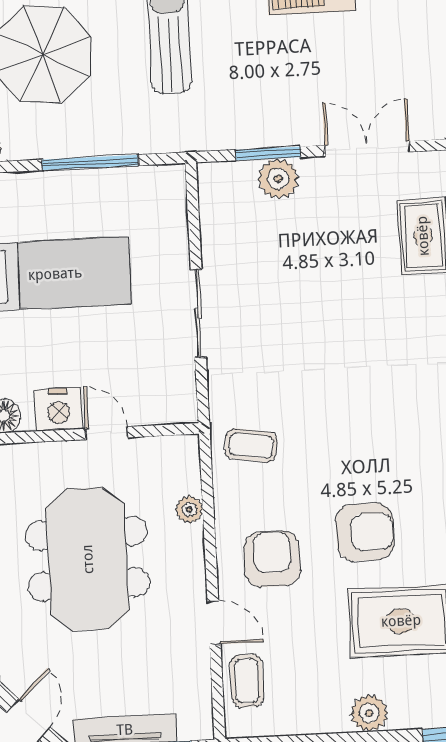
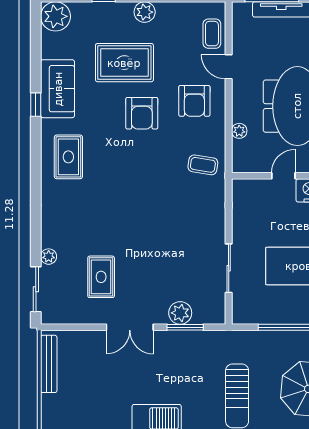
sliding door: (198, 313) -> (229, 268), moved
door: (107, 433) -> (283, 176), swing flipped
armchair: (365, 532) -> (142, 113), turned -90

